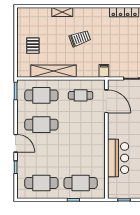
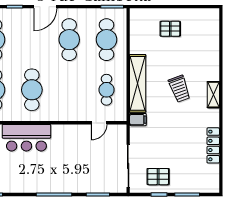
shelving: (62, 12) -> (213, 95), moved
shelving: (53, 71) -> (138, 83), moved
door: (106, 101) -> (99, 123), width x0.53
cafe table: (81, 154) -> (32, 90), added

